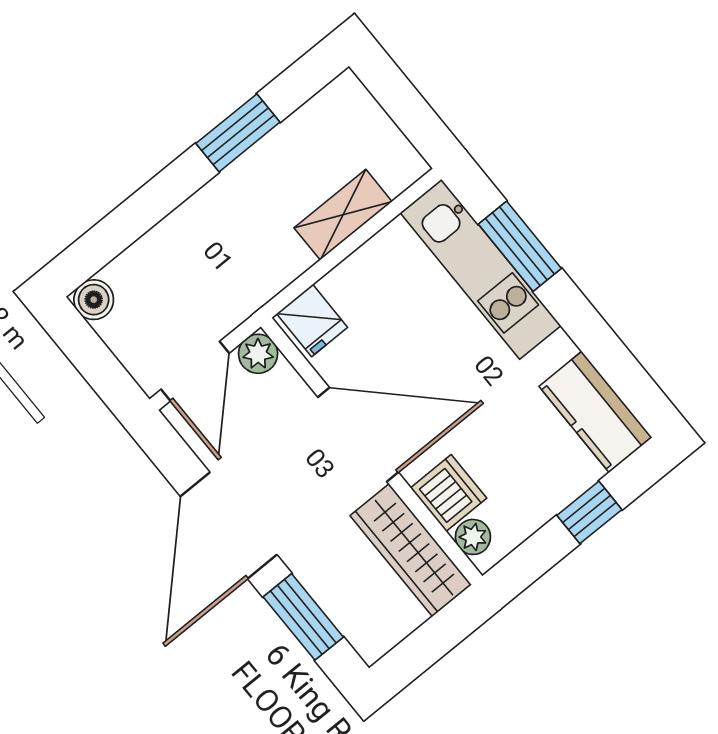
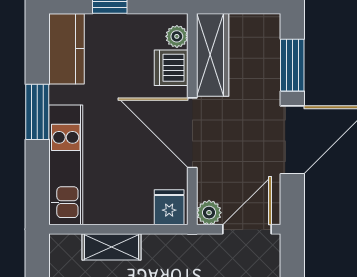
window: (520, 246) -> (37, 112), moved

